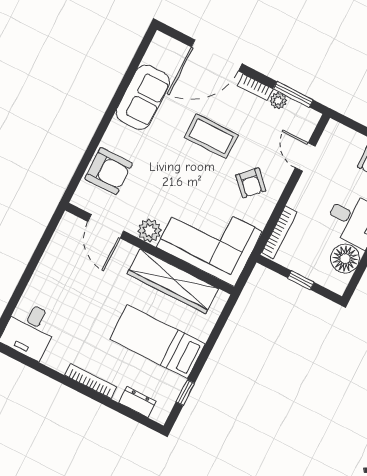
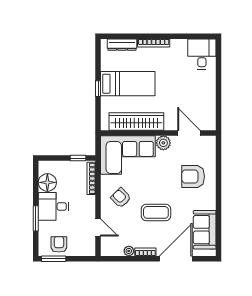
window: (293, 94) -> (122, 259), removed
sofa: (143, 97) -> (205, 230), moved
armchair: (109, 171) -> (193, 176), moved
window: (301, 280) -> (78, 158), moved
window: (185, 393) -> (98, 89), moved
dresser: (137, 402) -> (122, 45), width x1.44

